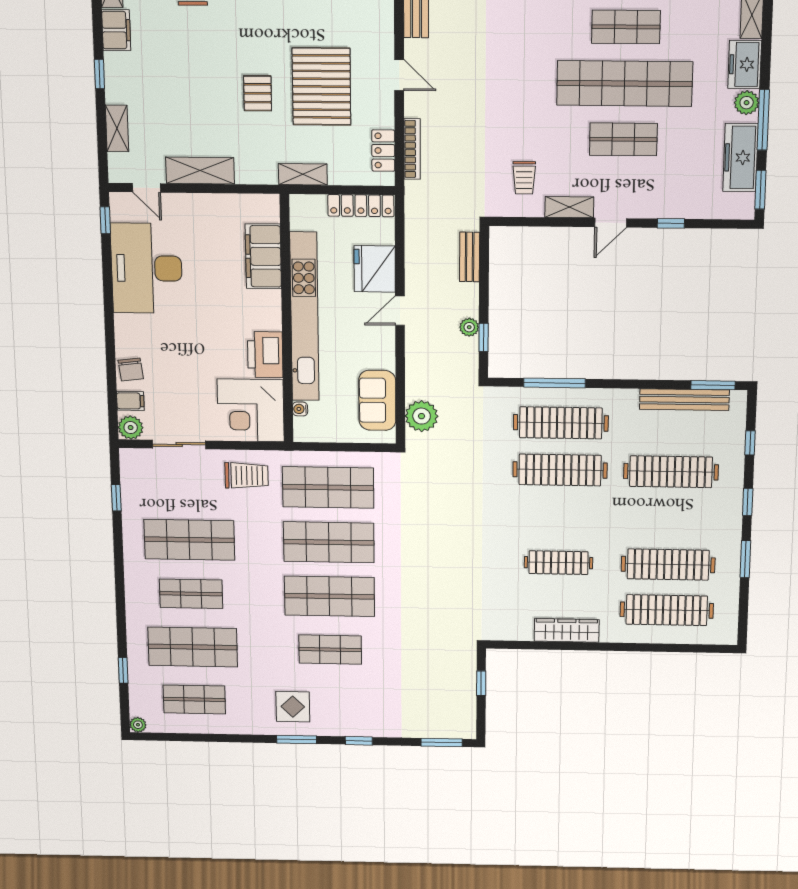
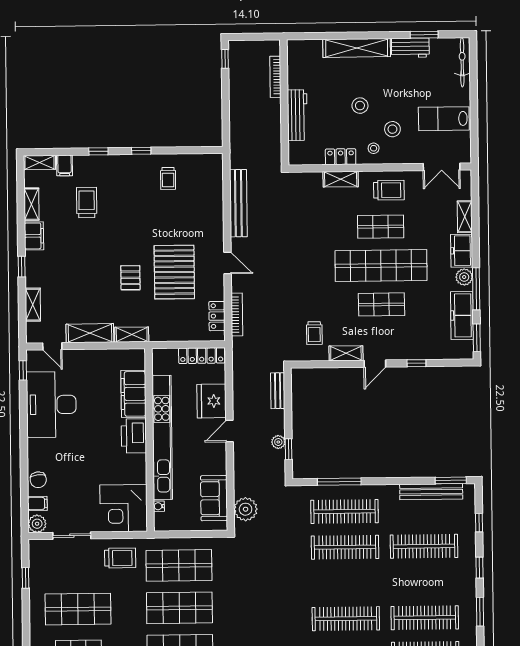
shelving: (303, 174) -> (132, 335), moved
printer: (265, 355) -> (134, 436), moved
clothes rail: (558, 563) -> (346, 619), width x1.37, depth x1.31

